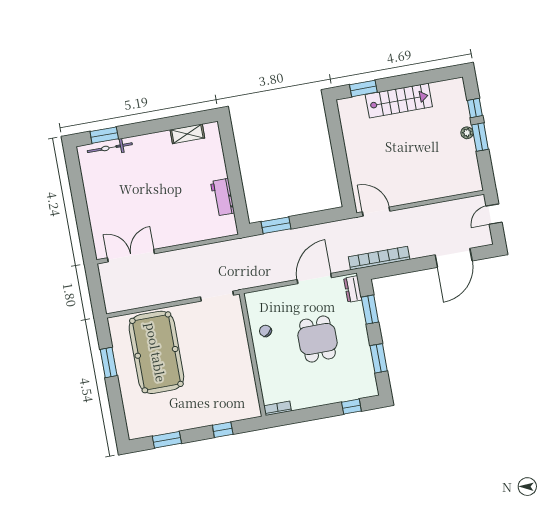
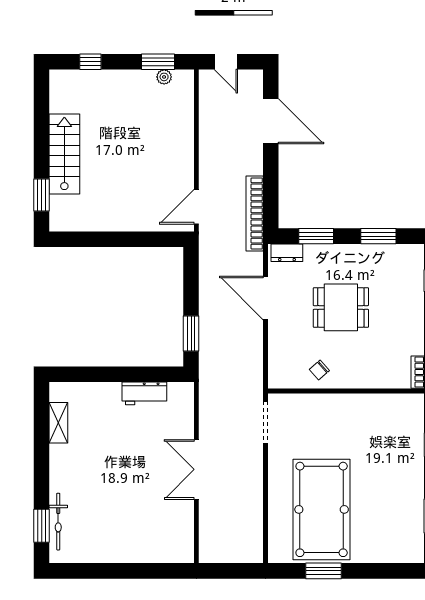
plant: (467, 133) -> (164, 77), moved
window: (480, 137) -> (158, 62), moved
double door: (131, 256) -> (196, 469), moved
pool table: (156, 352) -> (322, 509), turned 90

